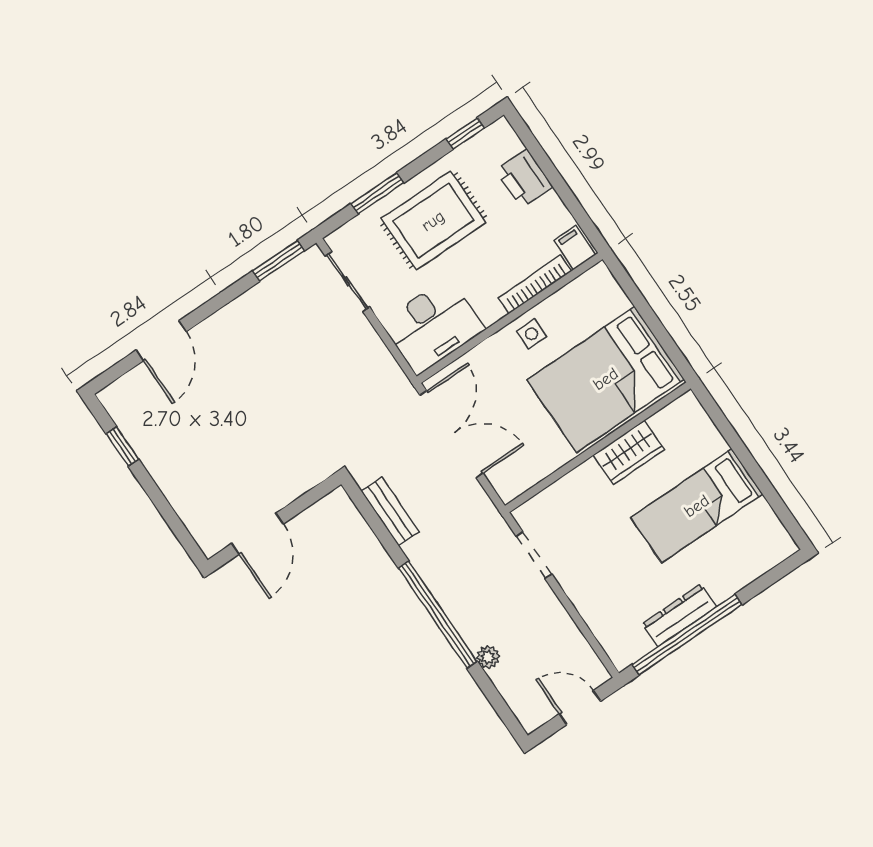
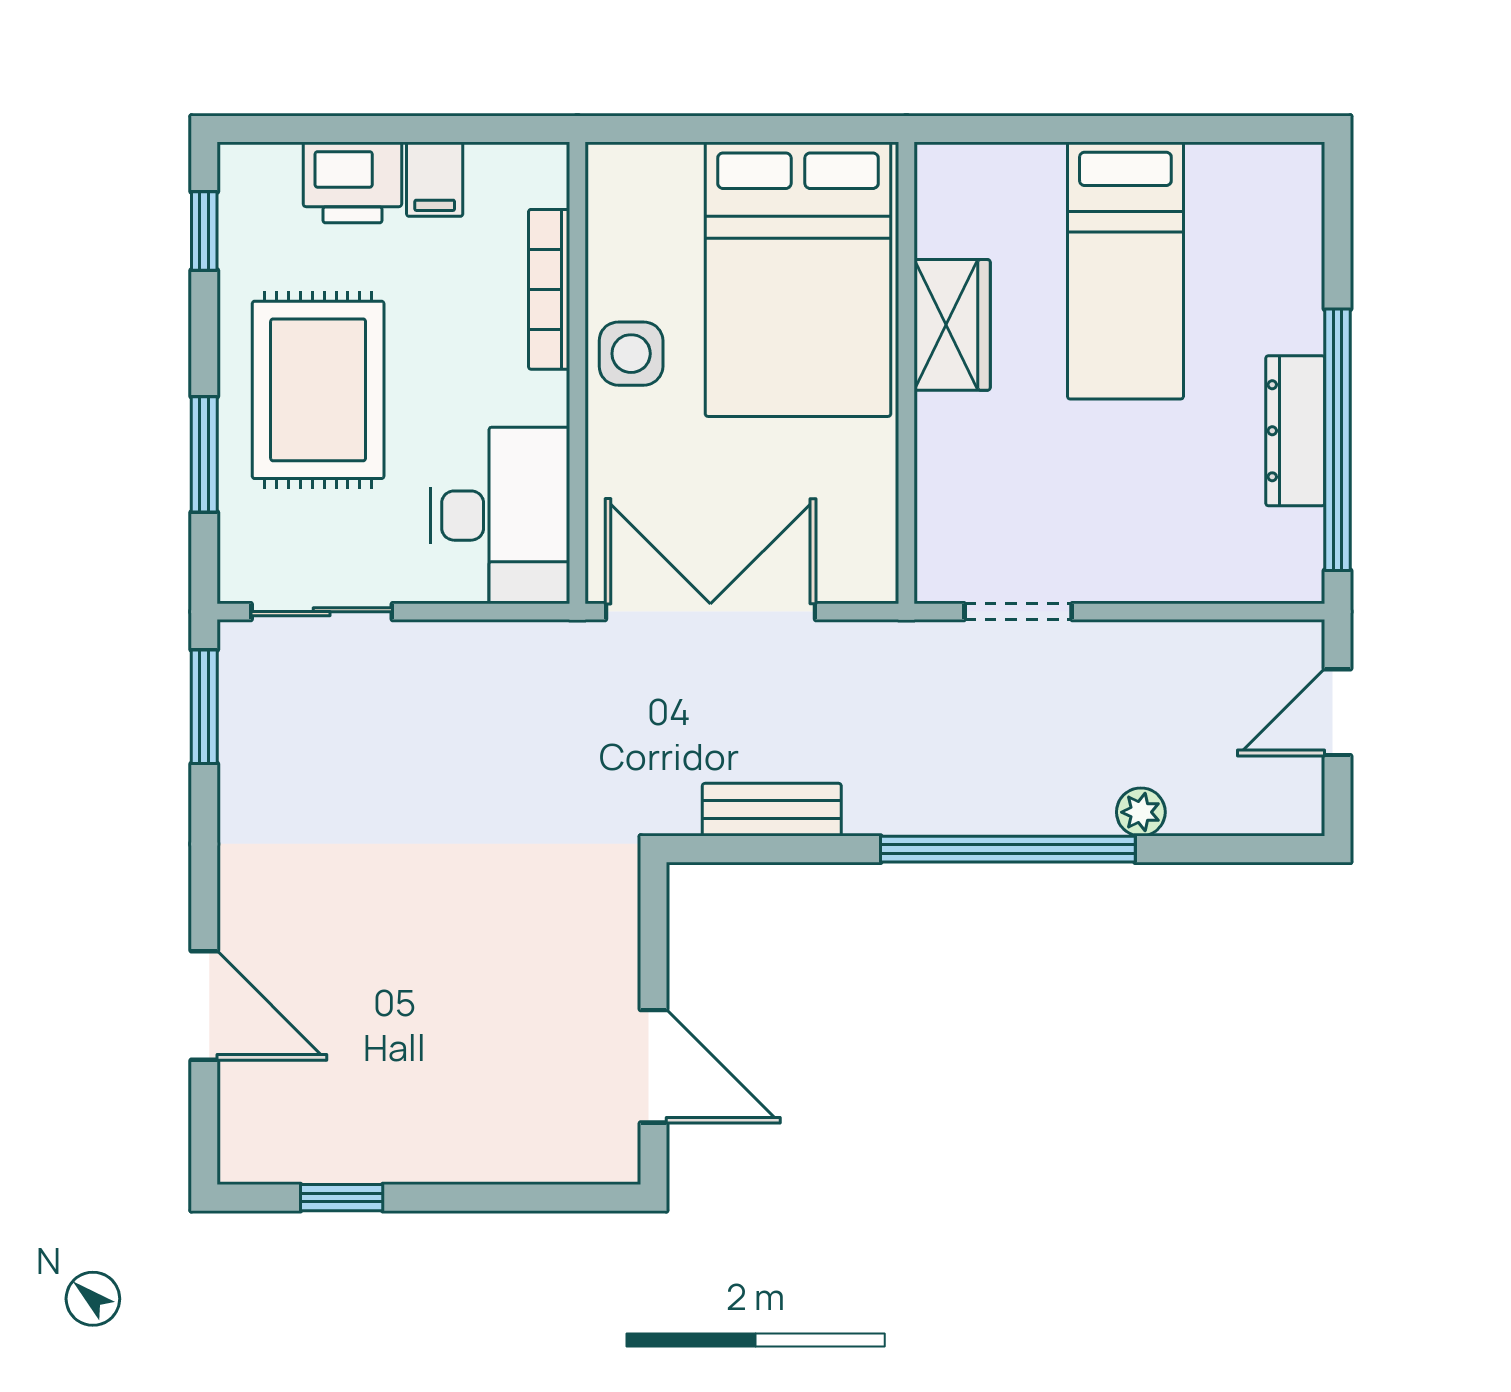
filing cabinet: (575, 247) -> (435, 179), moved, turned -90
side table: (532, 334) -> (631, 354), width x1.37, depth x1.37

